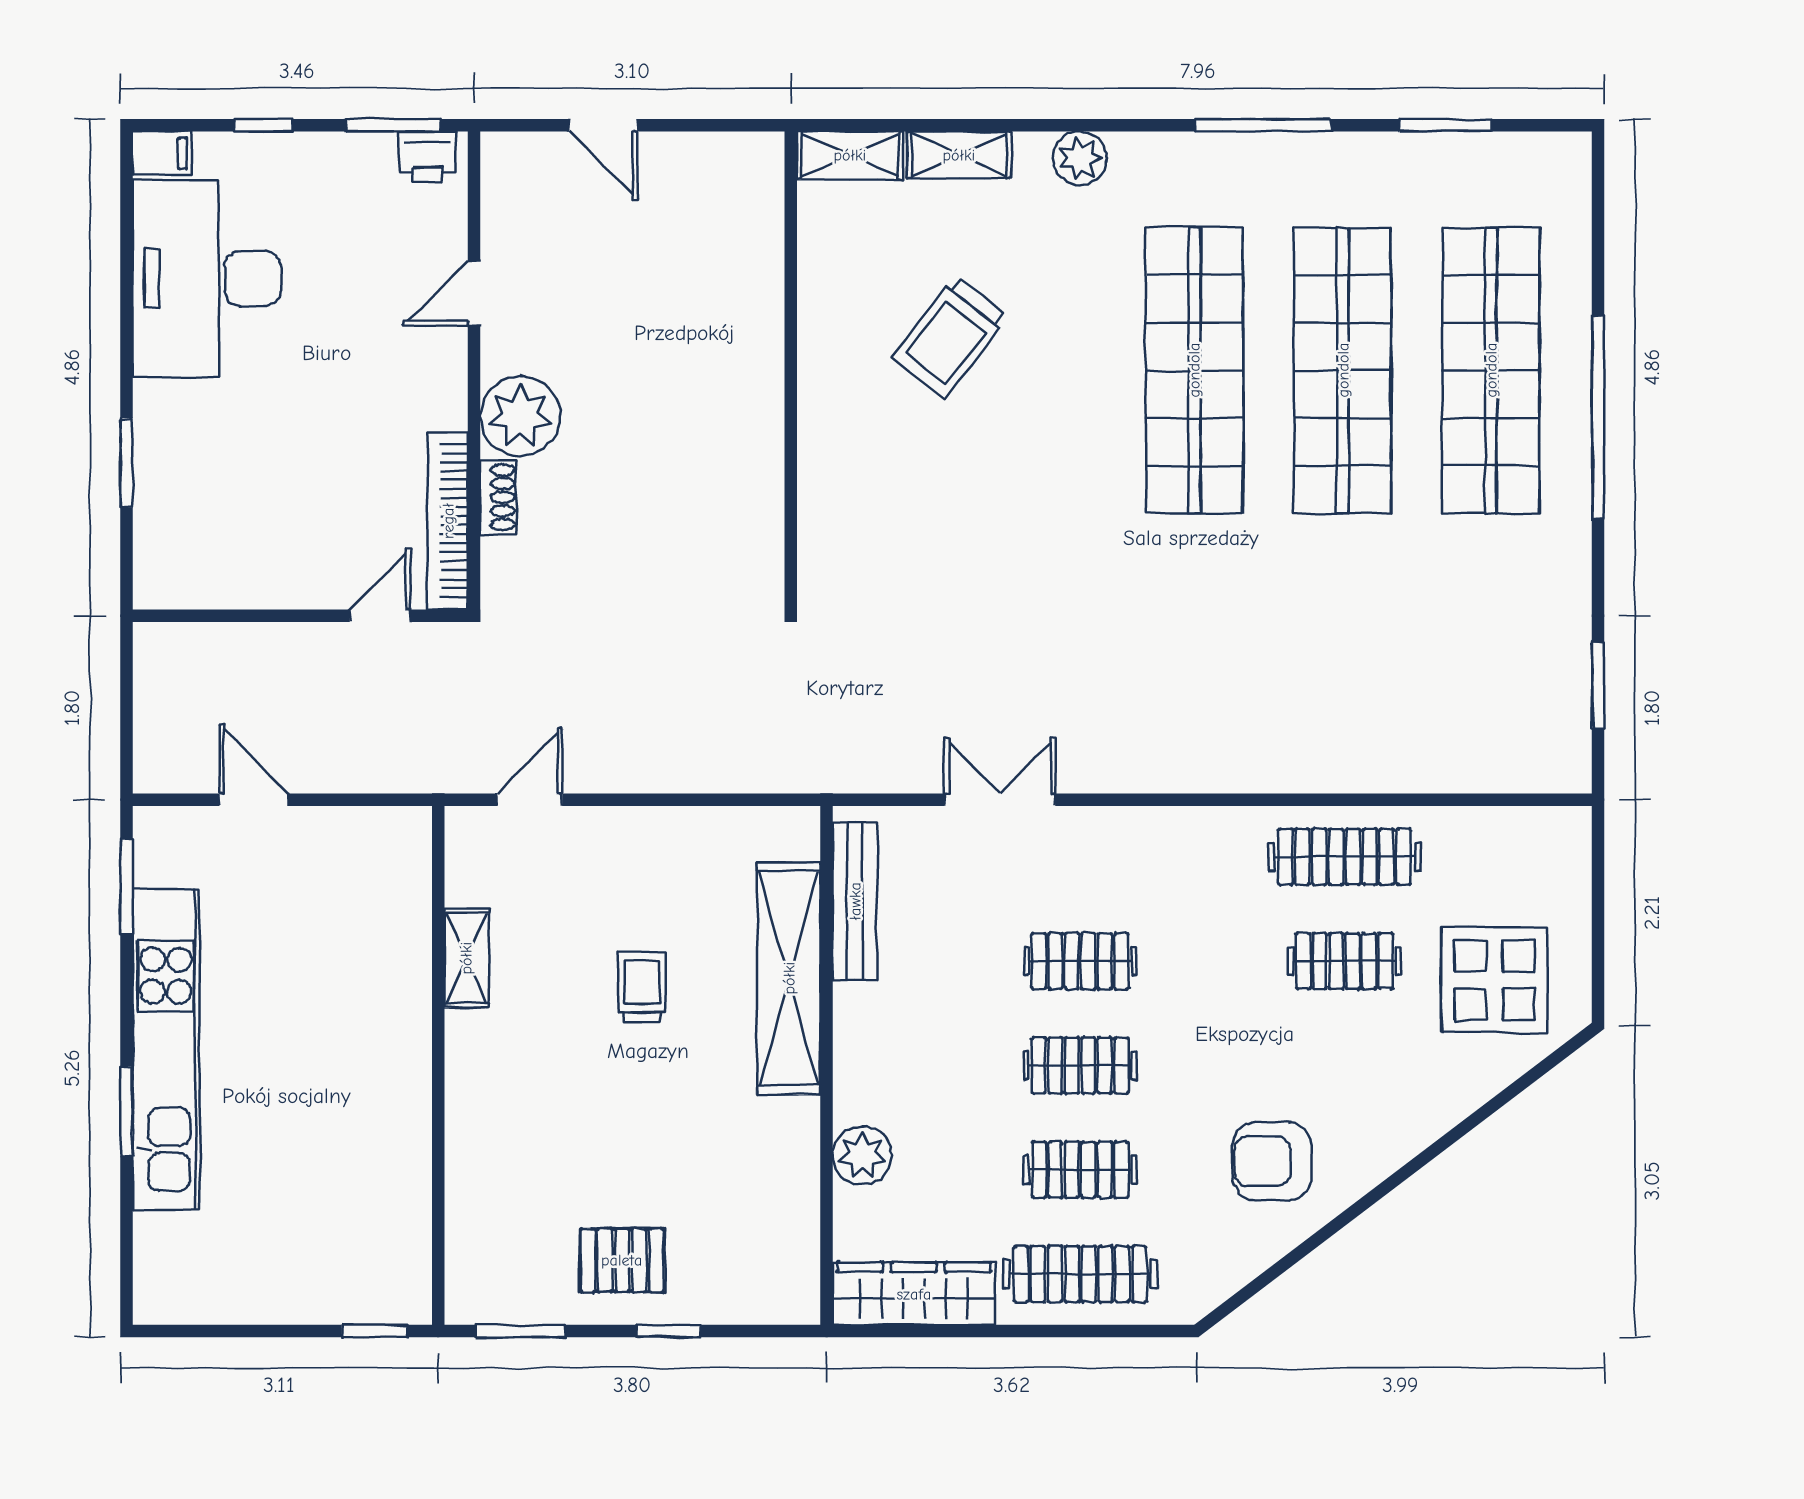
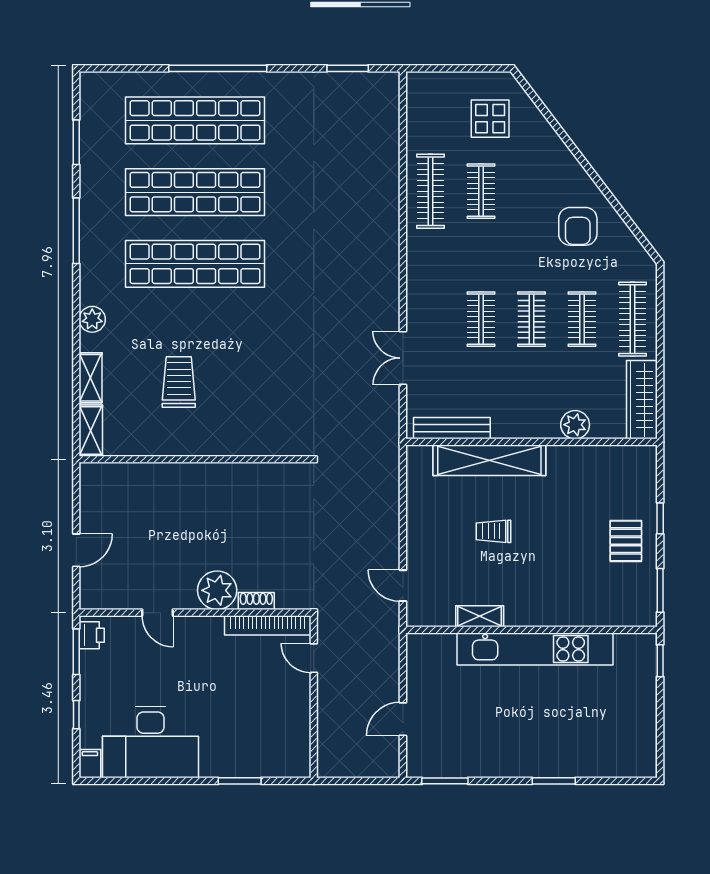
trolley: (950, 337) -> (179, 382), turned -128
display table: (1494, 980) -> (490, 119), width x0.73, depth x0.73
kitchen unit: (166, 1050) -> (535, 649), moved, turned 180

